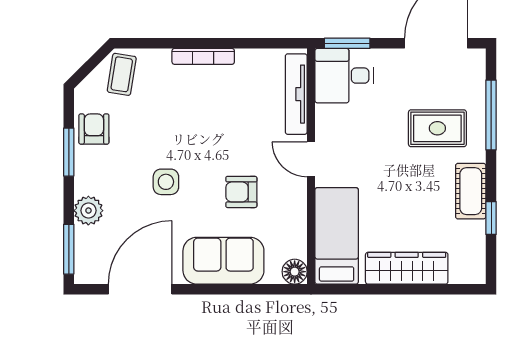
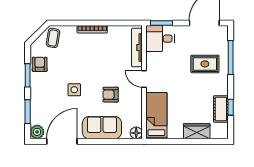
cot: (471, 191) -> (221, 109), moved
plant: (88, 211) -> (37, 132), moved
window: (69, 249) -> (28, 112), moved
wardrobe: (407, 268) -> (197, 131), width x0.67

